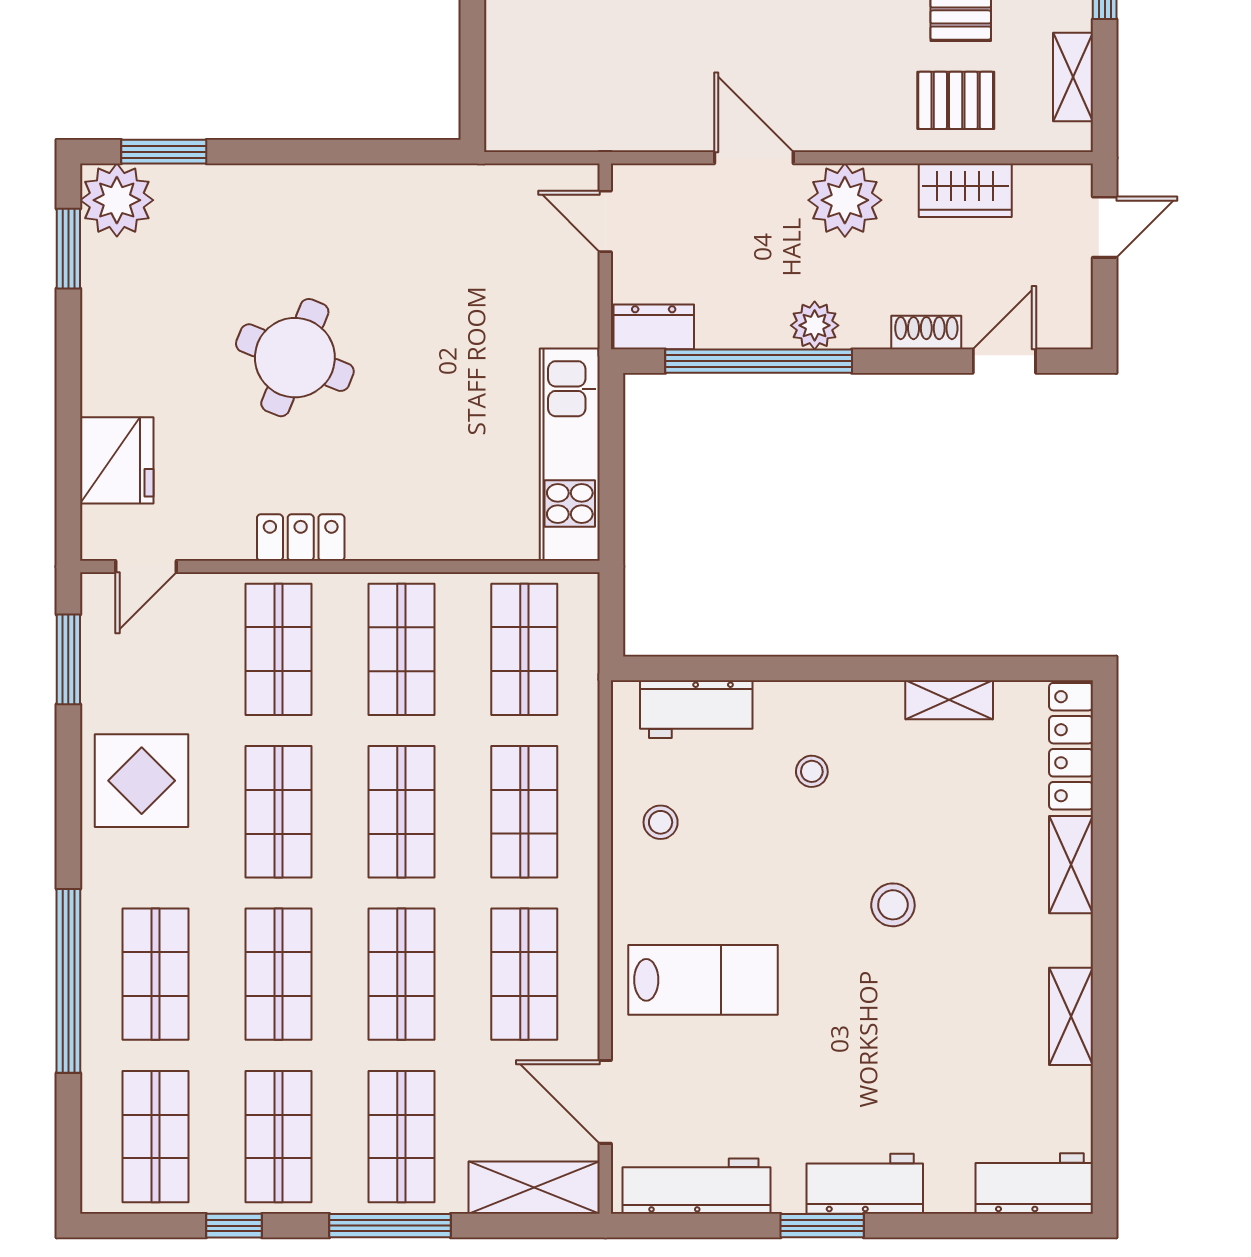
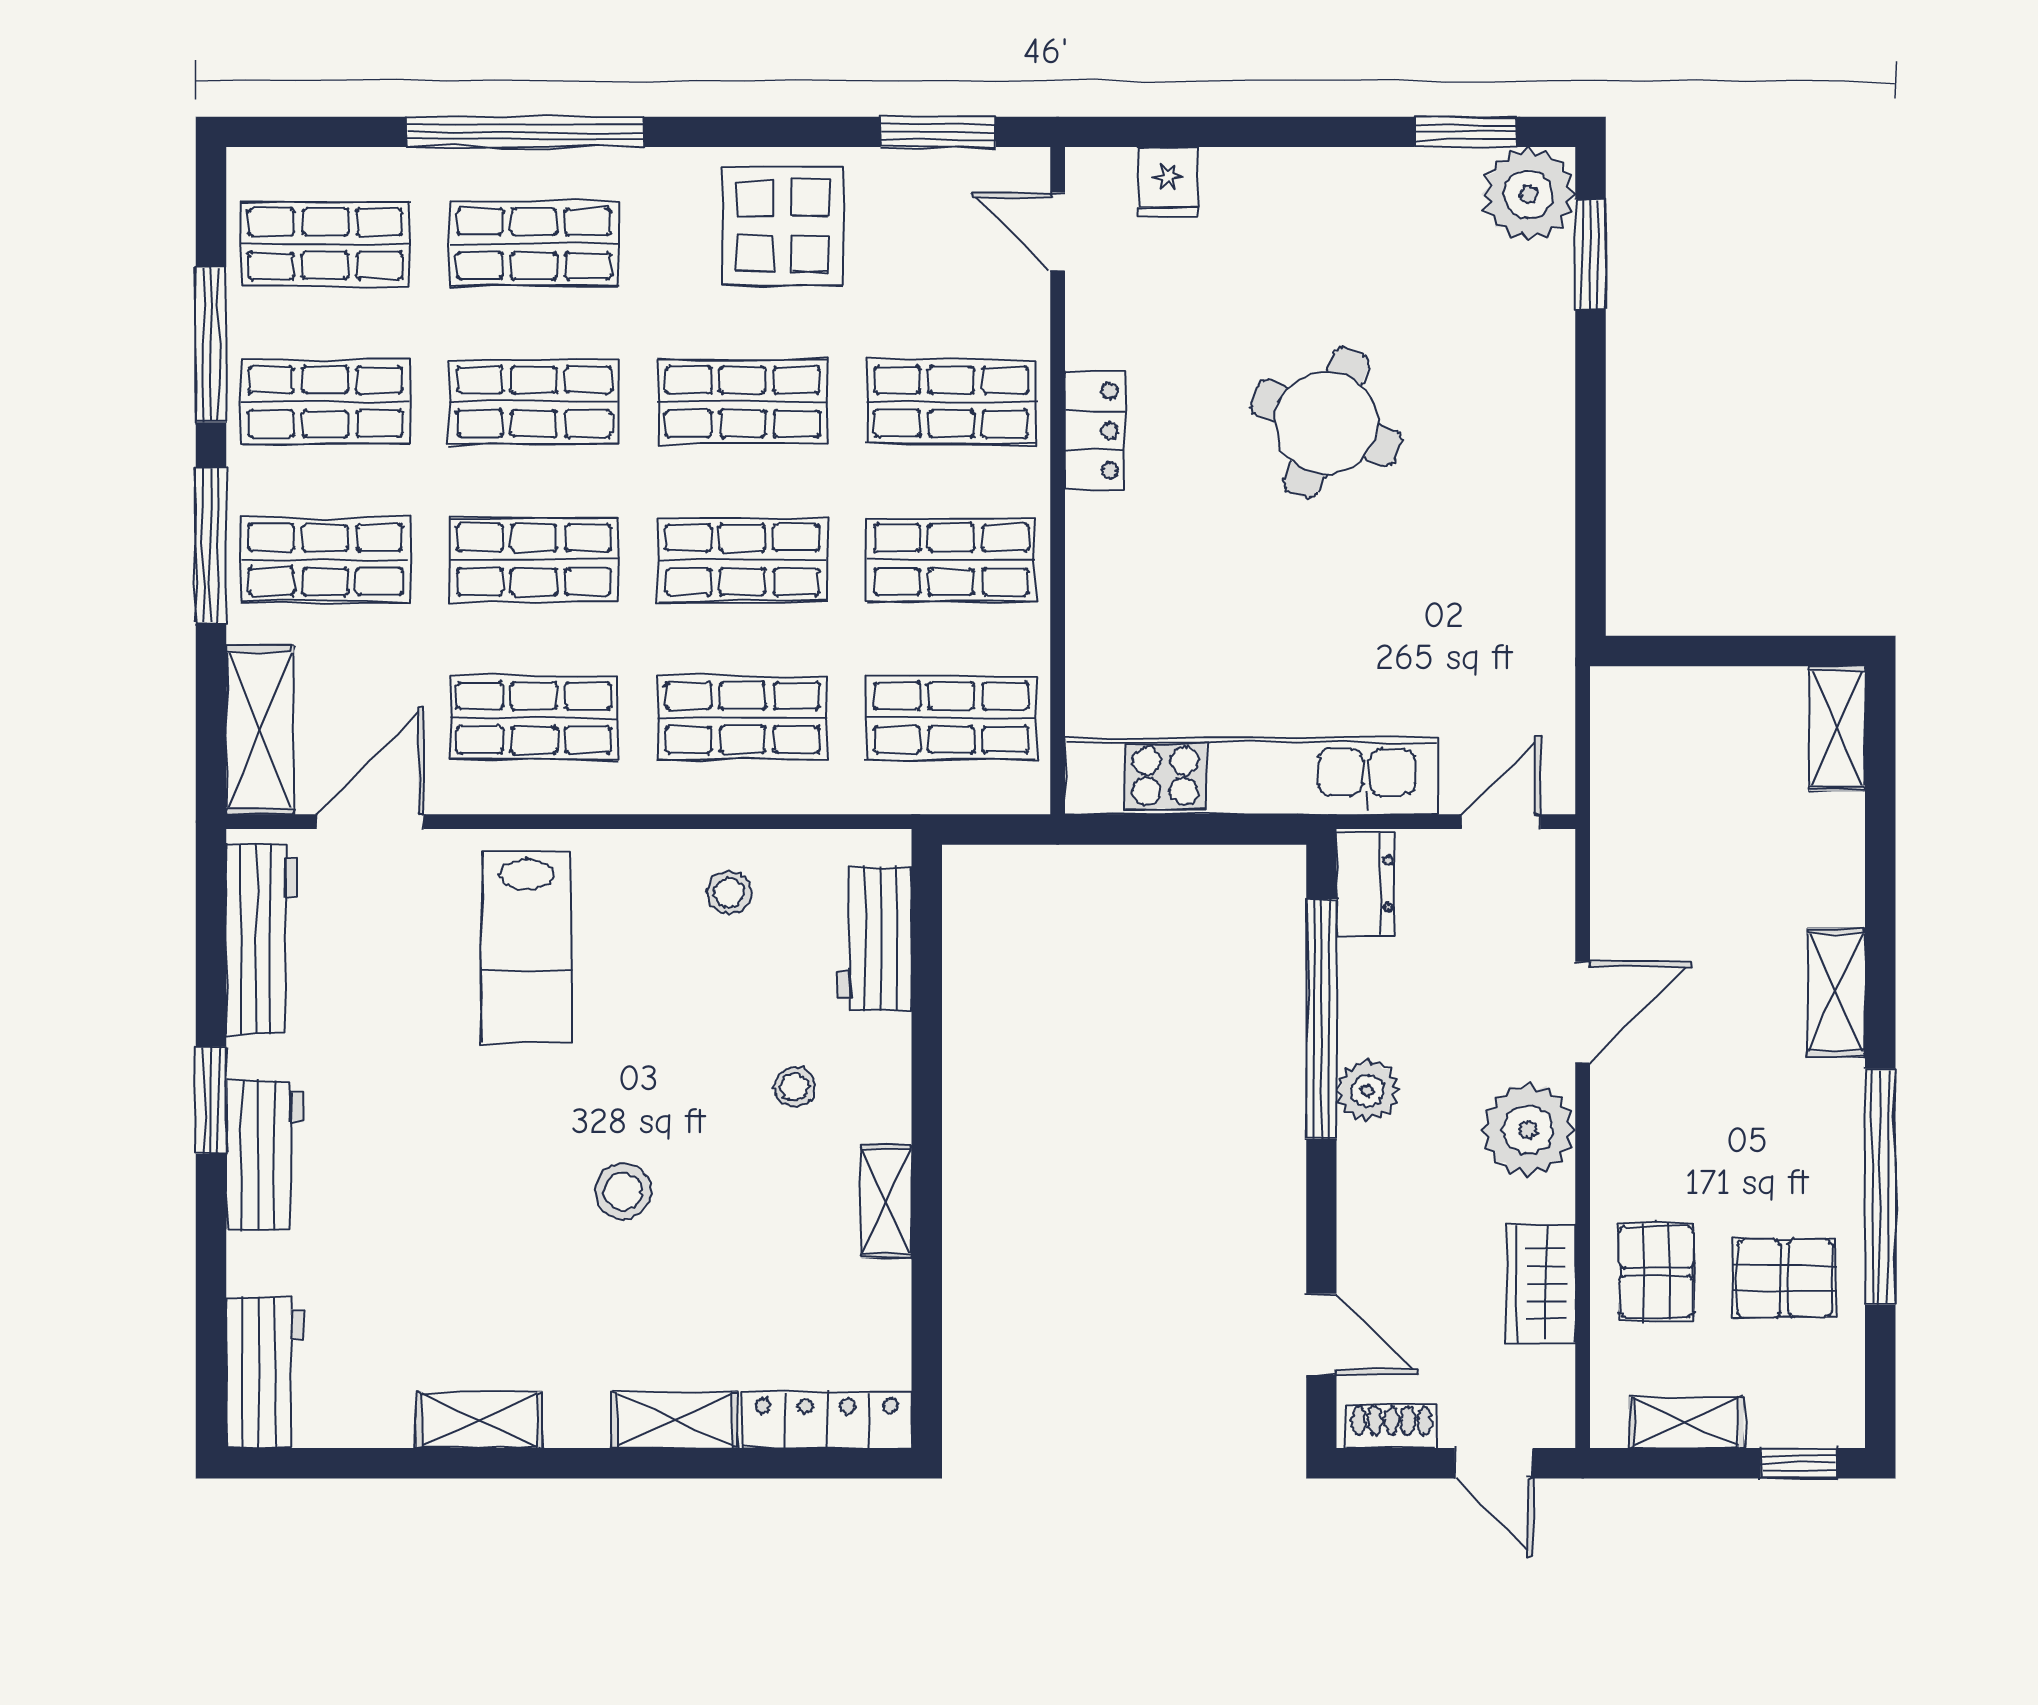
shoe rack: (926, 333) -> (1392, 1426), moved, turned -90
kitchen unit: (570, 455) -> (1251, 776), width x1.36
fridge: (117, 460) -> (1168, 182), width x0.53, depth x0.75
shelving: (949, 700) -> (886, 1201), moved
window: (234, 1226) -> (211, 345), width x2.17

